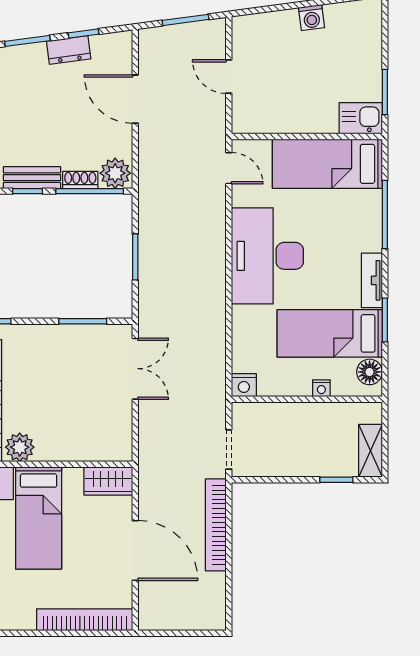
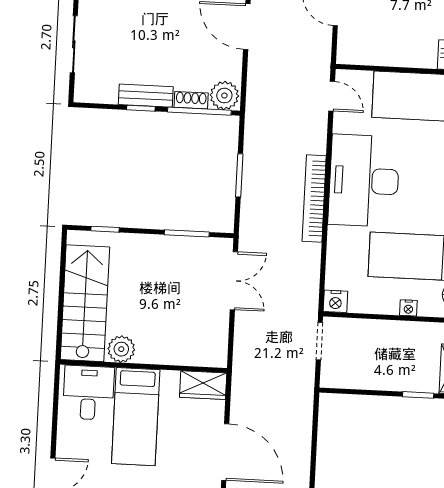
doorway: (229, 449) -> (319, 341), moved
bookcase: (216, 525) -> (314, 198), moved

